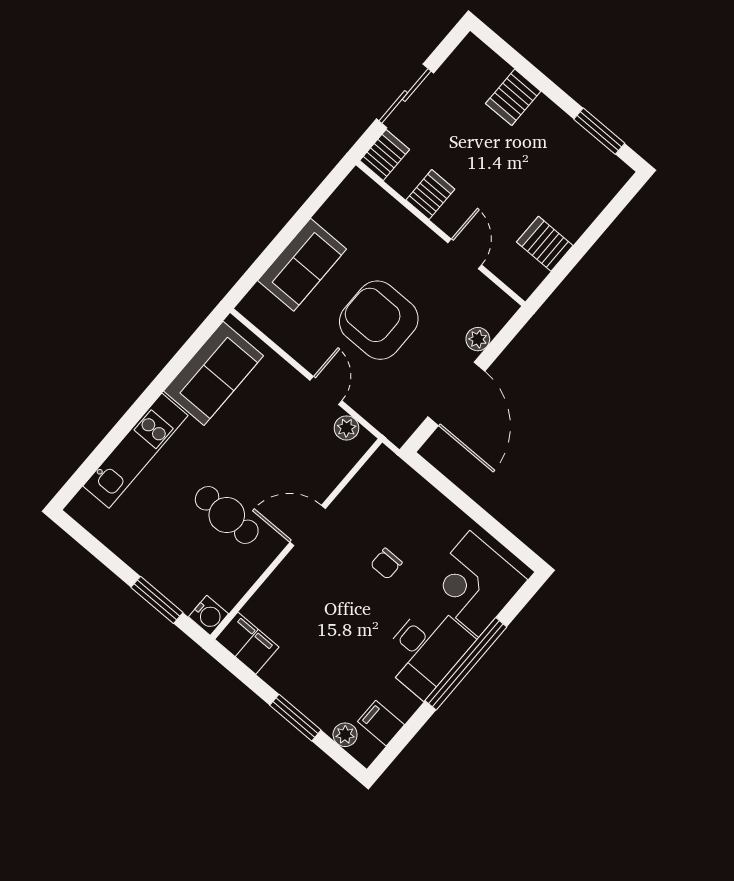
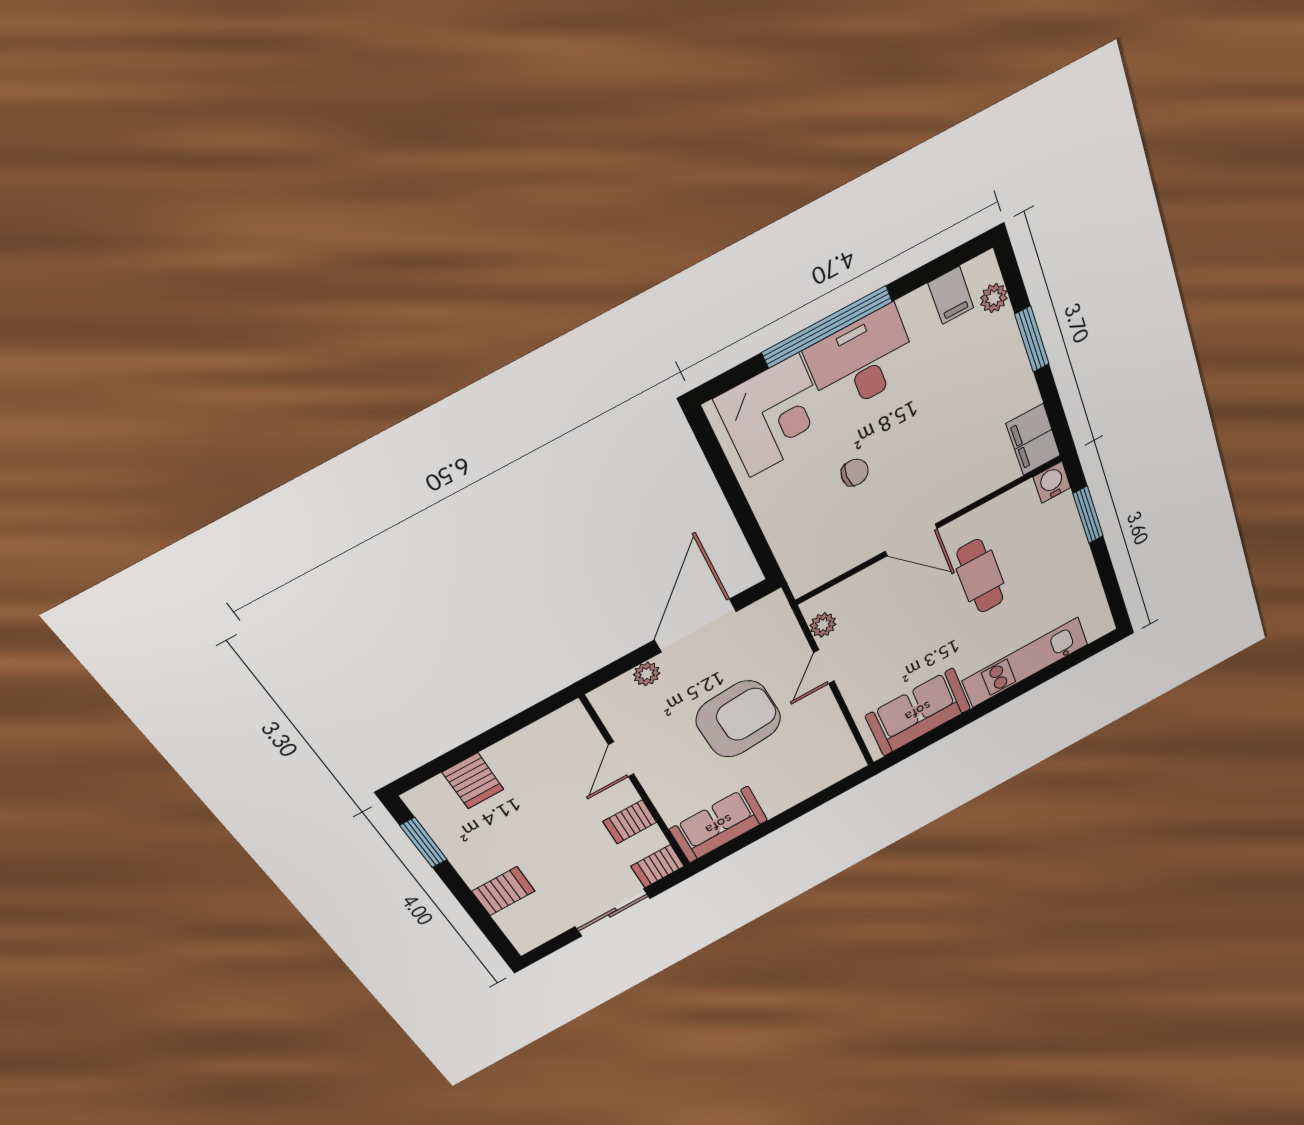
server rack: (545, 244) -> (473, 781), moved
sofa: (302, 265) -> (719, 825), moved
armchair: (379, 320) -> (738, 719), turned -94

